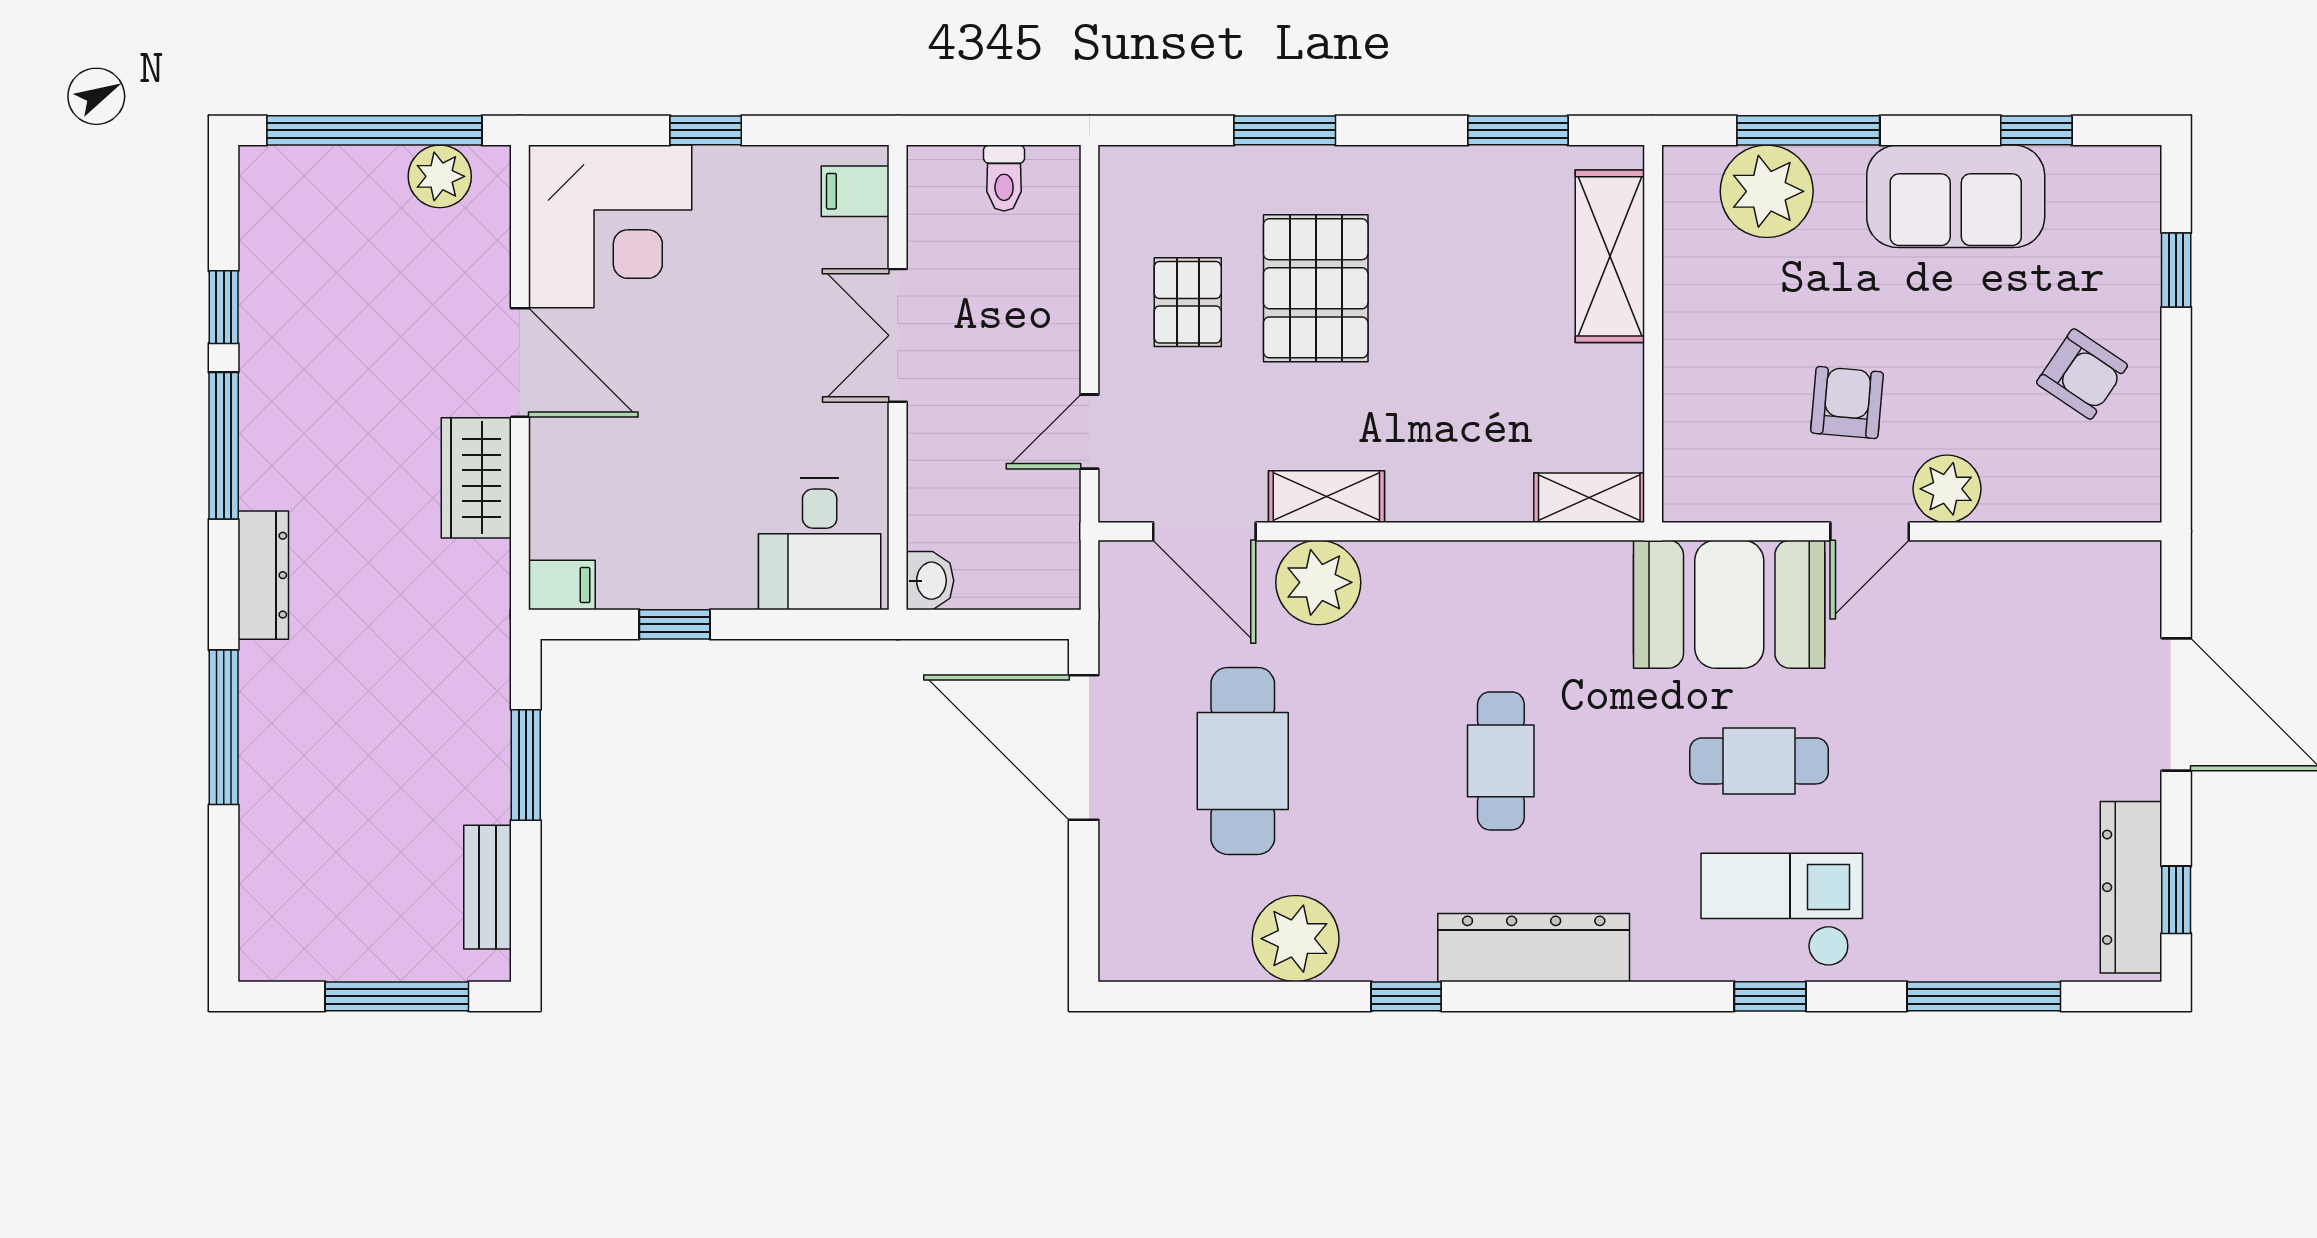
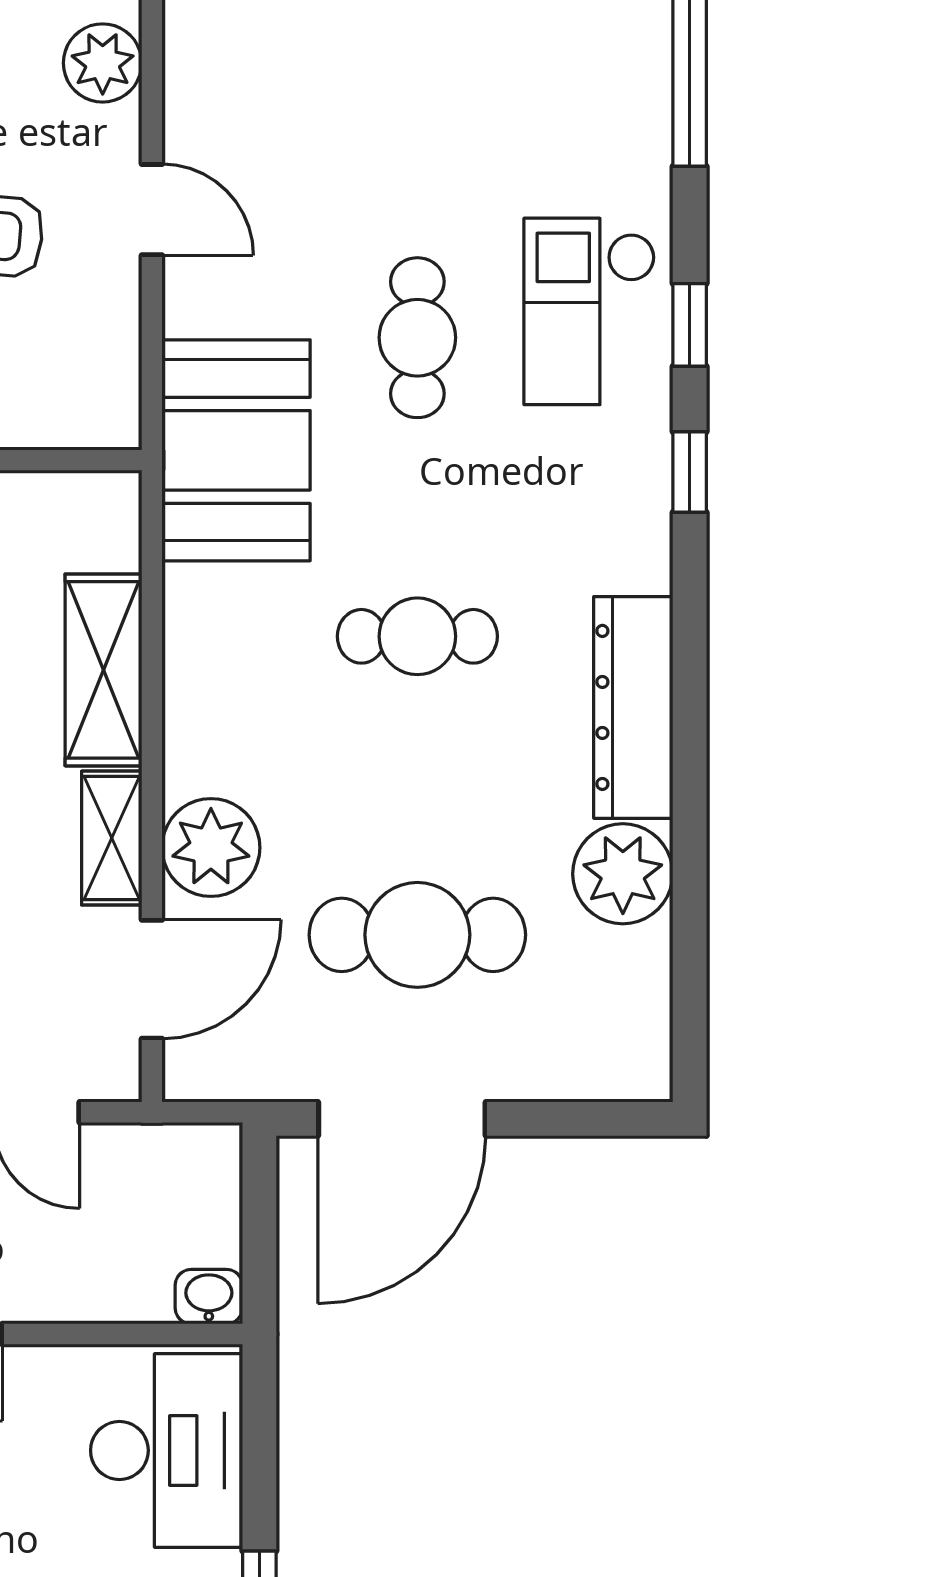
plant: (1947, 489) -> (103, 63), moved
shelving: (1589, 498) -> (103, 670), moved, width x1.50, depth x1.33
desk: (820, 544) -> (167, 1450), width x1.37
booth: (1729, 604) -> (236, 450), moved
dresser: (1534, 948) -> (633, 707), moved
window: (1406, 996) -> (690, 472), moved

